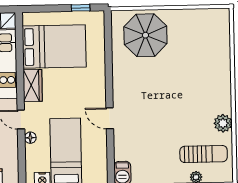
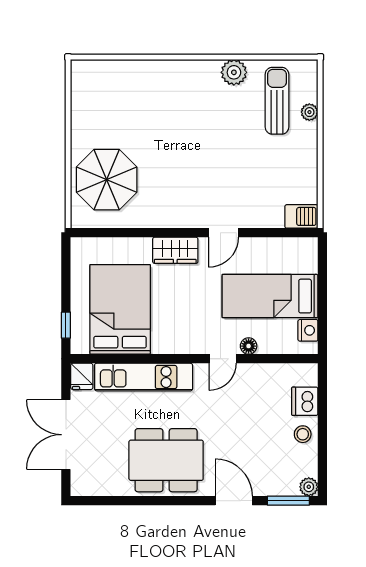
window: (81, 8) -> (66, 325), moved
wardrobe: (33, 85) -> (175, 250), moved, turned 180

